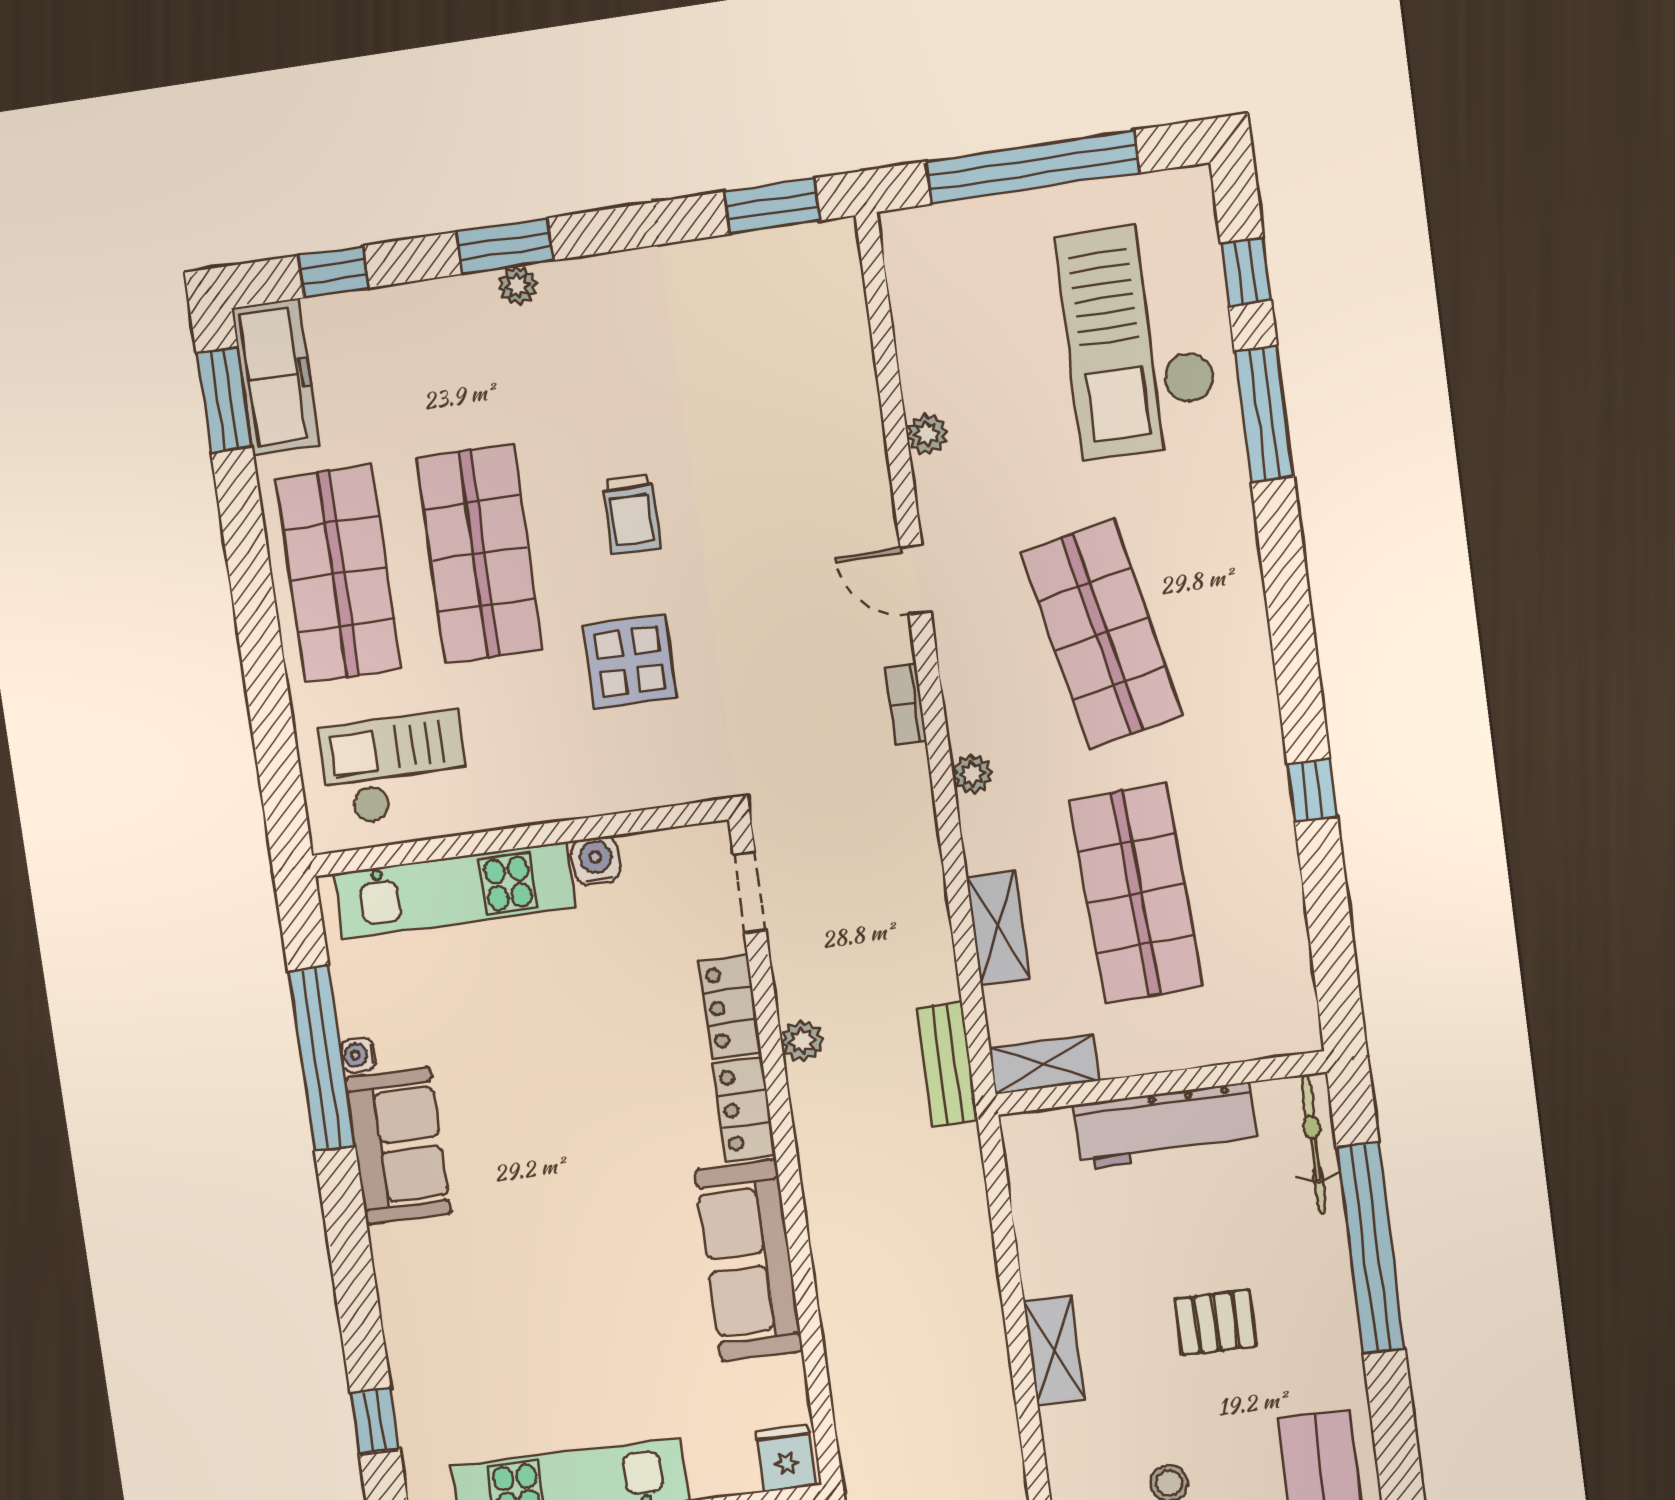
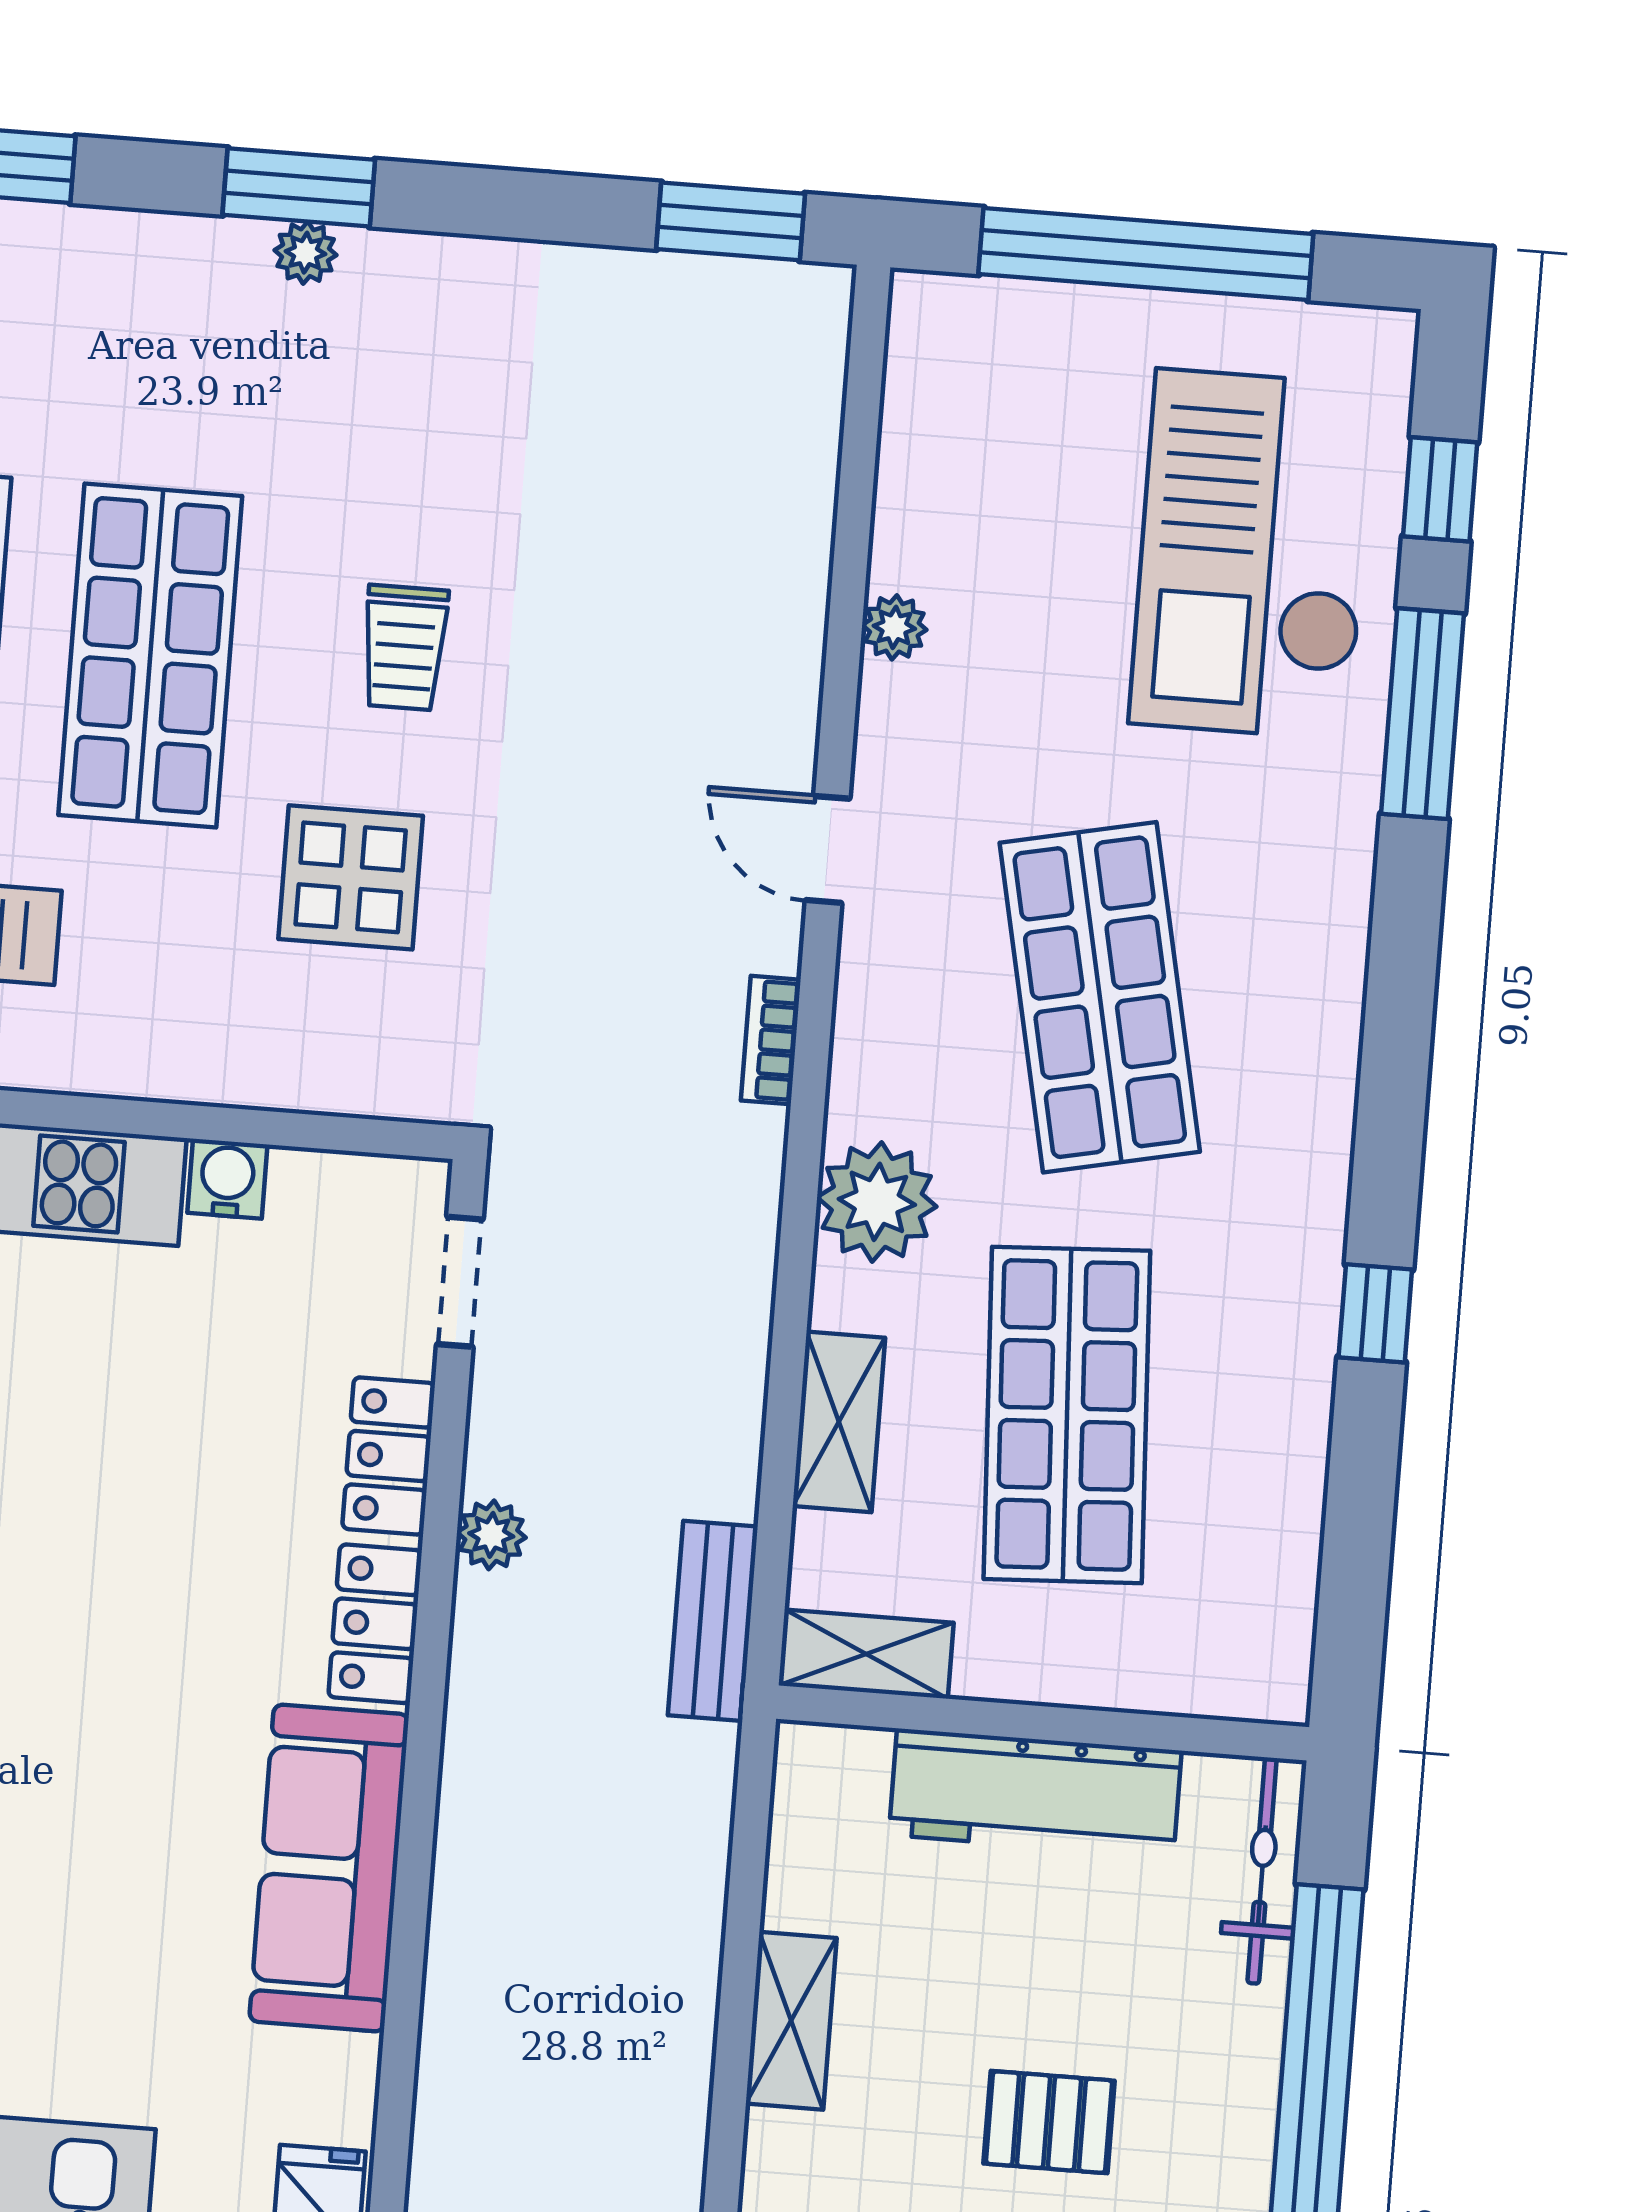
plant: (972, 774) -> (877, 1202), width x1.88, depth x1.88
shelving: (1054, 1351) -> (791, 2021), moved

